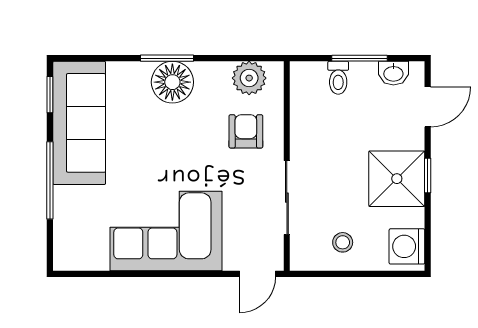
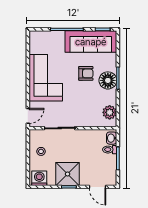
washbasin: (393, 73) -> (112, 138), moved
armchair: (246, 131) -> (86, 73), moved
door: (258, 274) -> (28, 116), swing flipped

